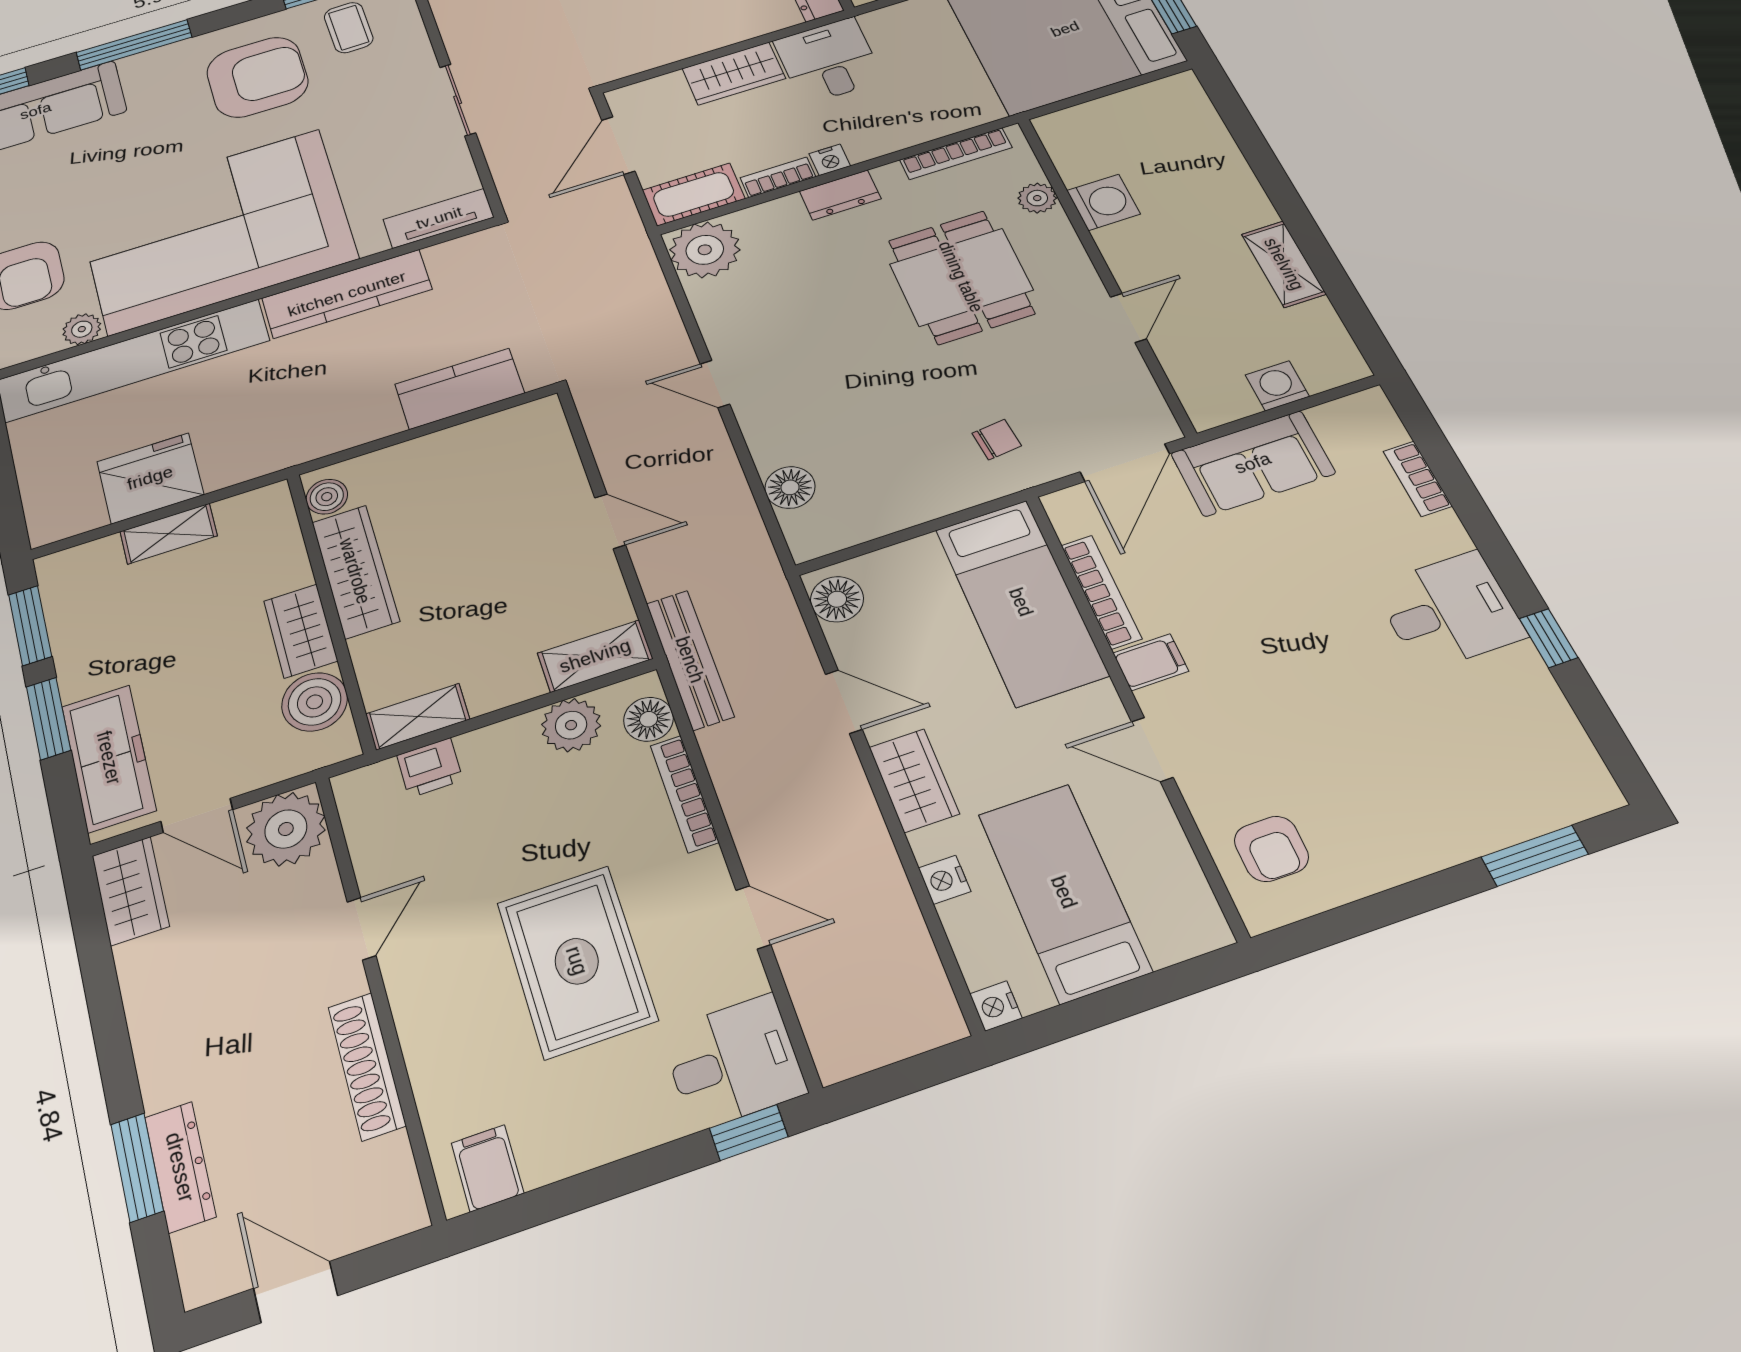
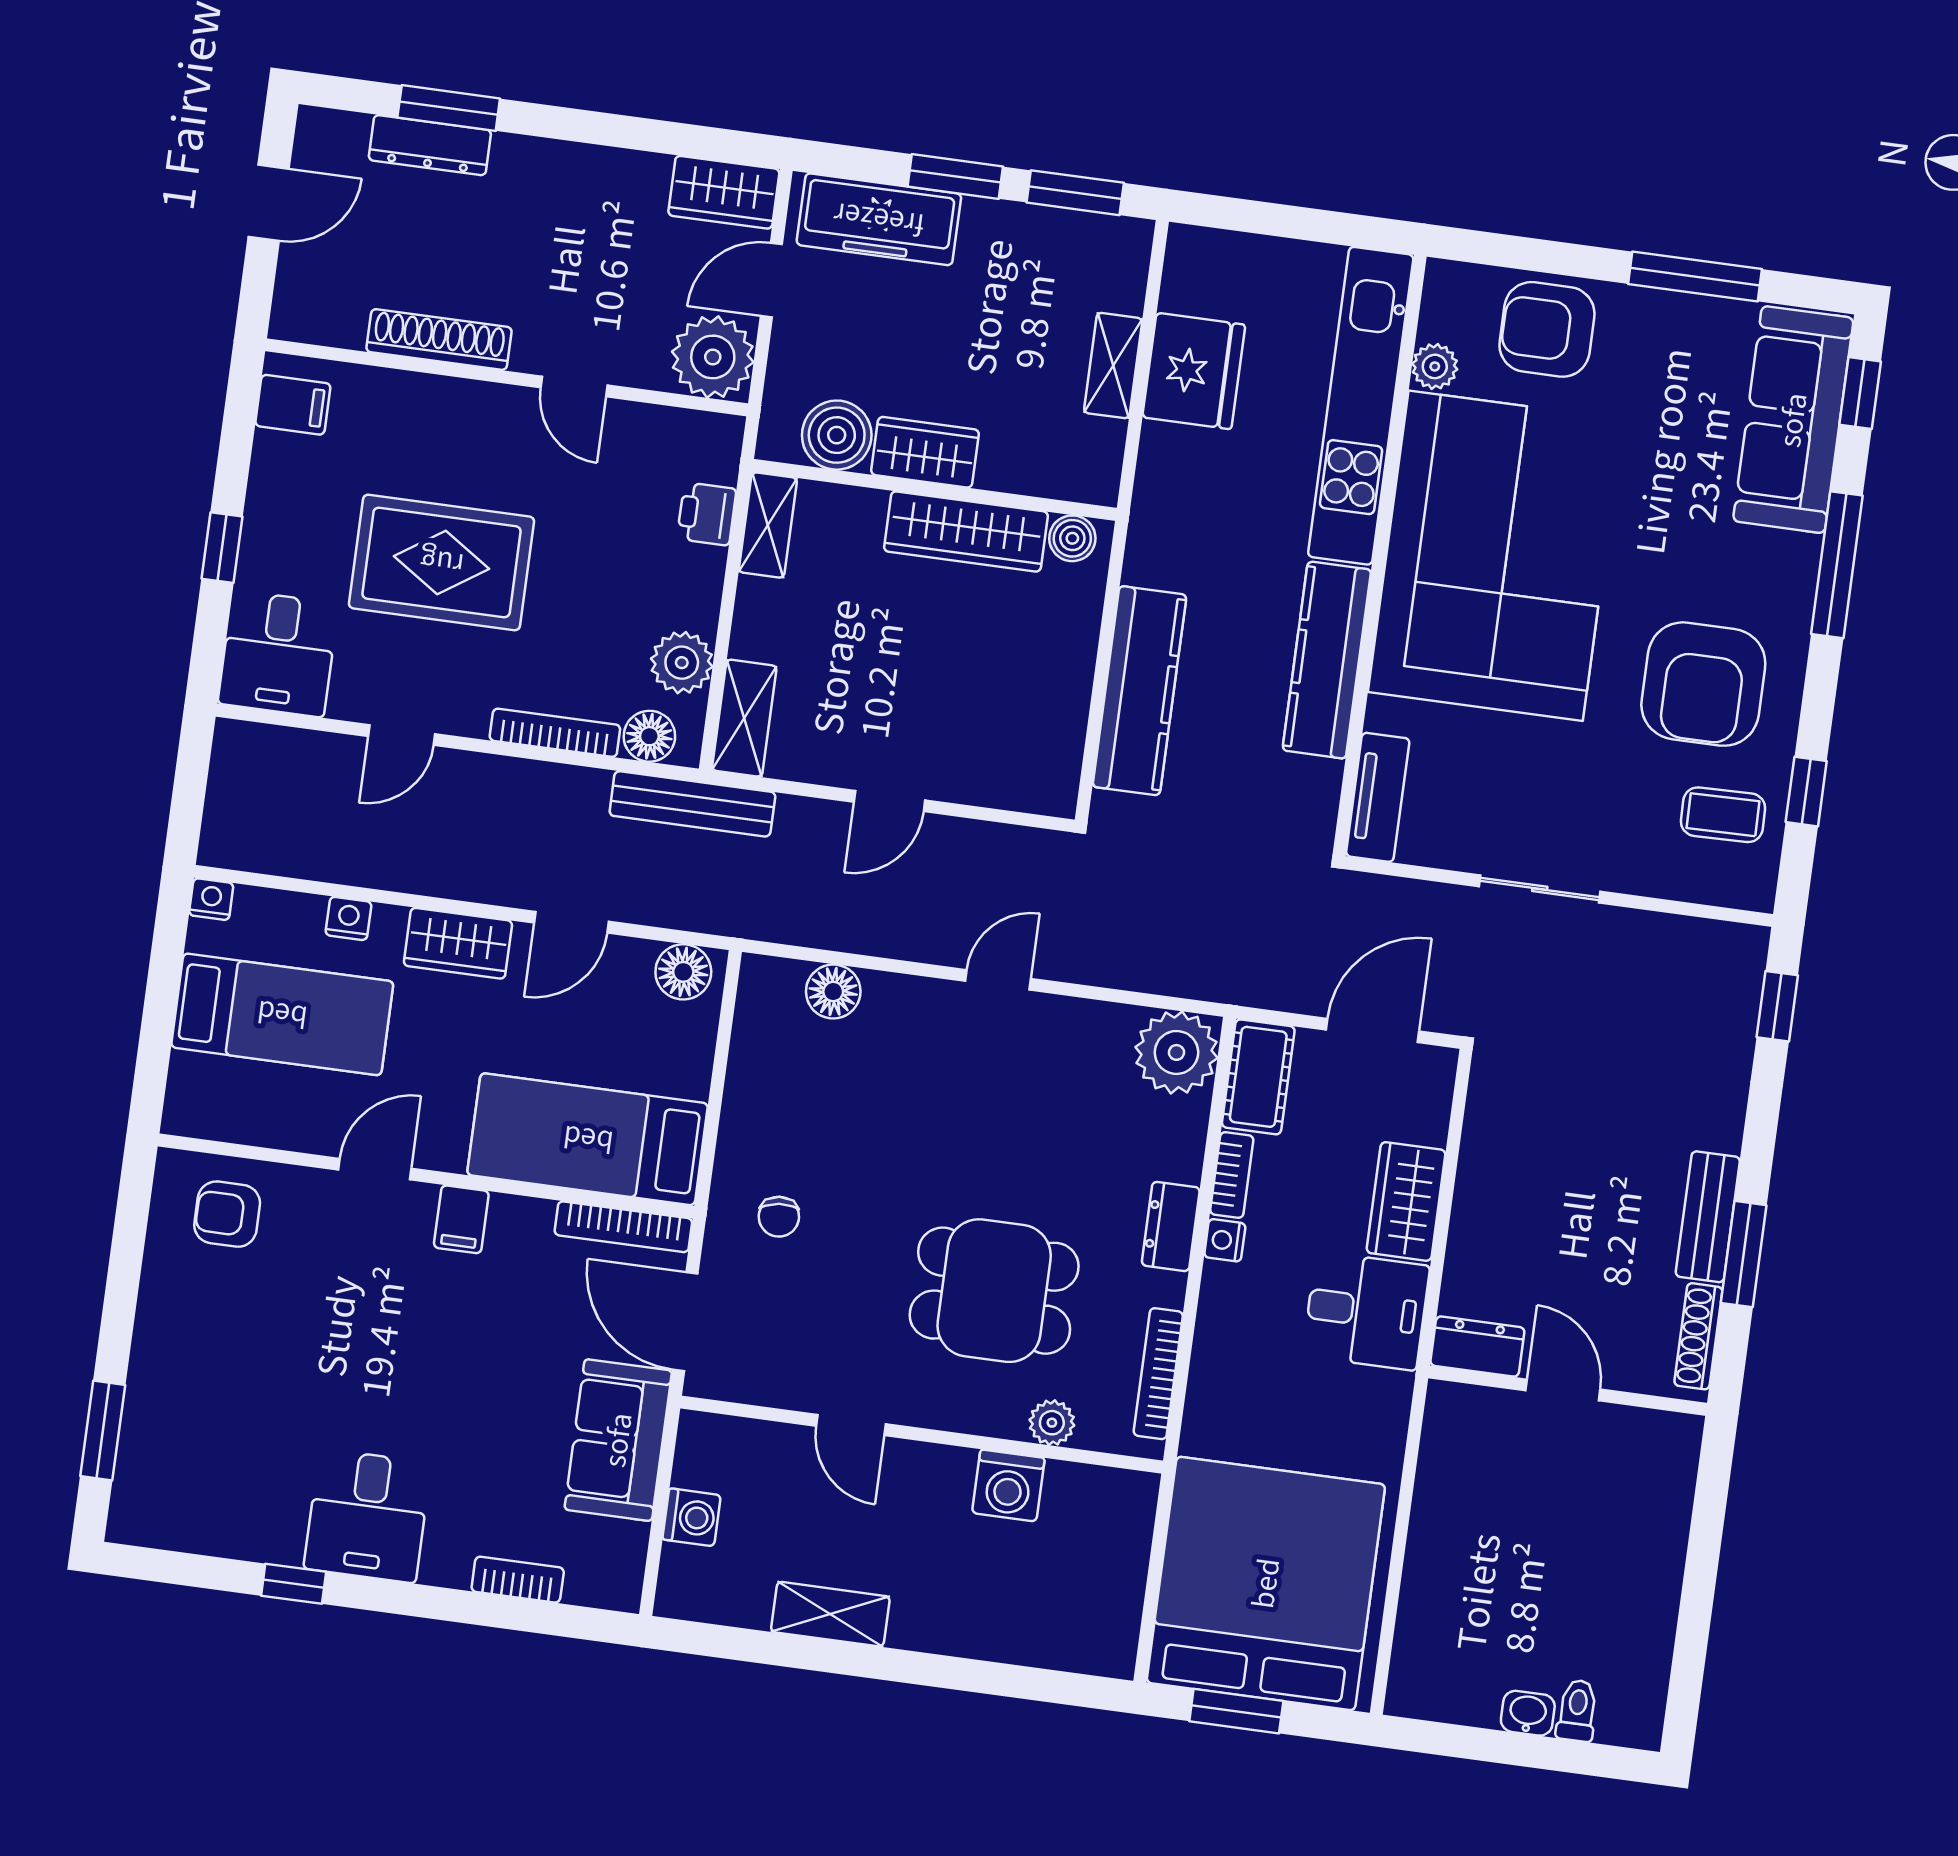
door: (618, 146) -> (1373, 1031), hinge flipped
kitchen counter: (460, 389) -> (1140, 691), width x1.50
bookcase: (1101, 592) -> (623, 1227), moved
window: (749, 1132) -> (222, 548), moved

